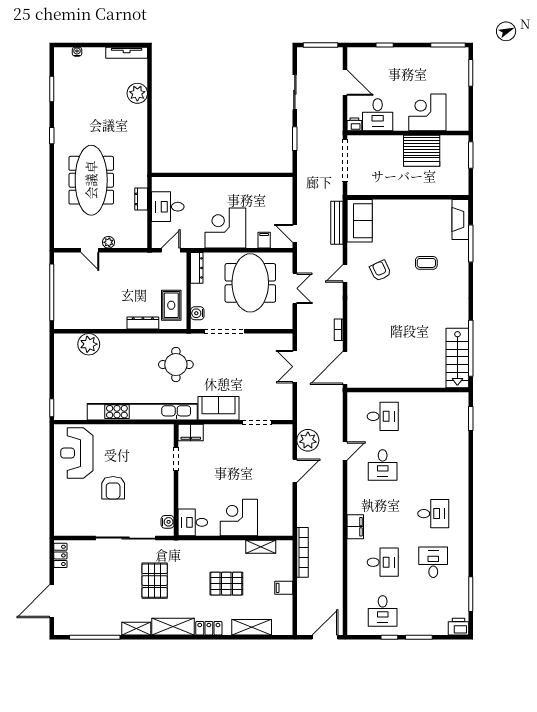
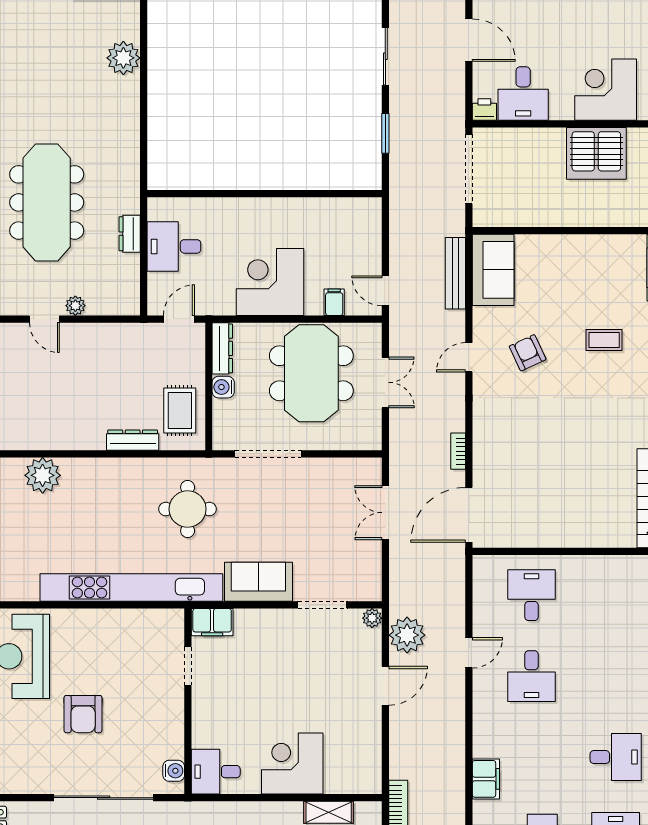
water cooler: (197, 313) -> (223, 387), moved
desk: (383, 416) -> (531, 595), turned -90
plant: (287, 430) -> (372, 618), added

